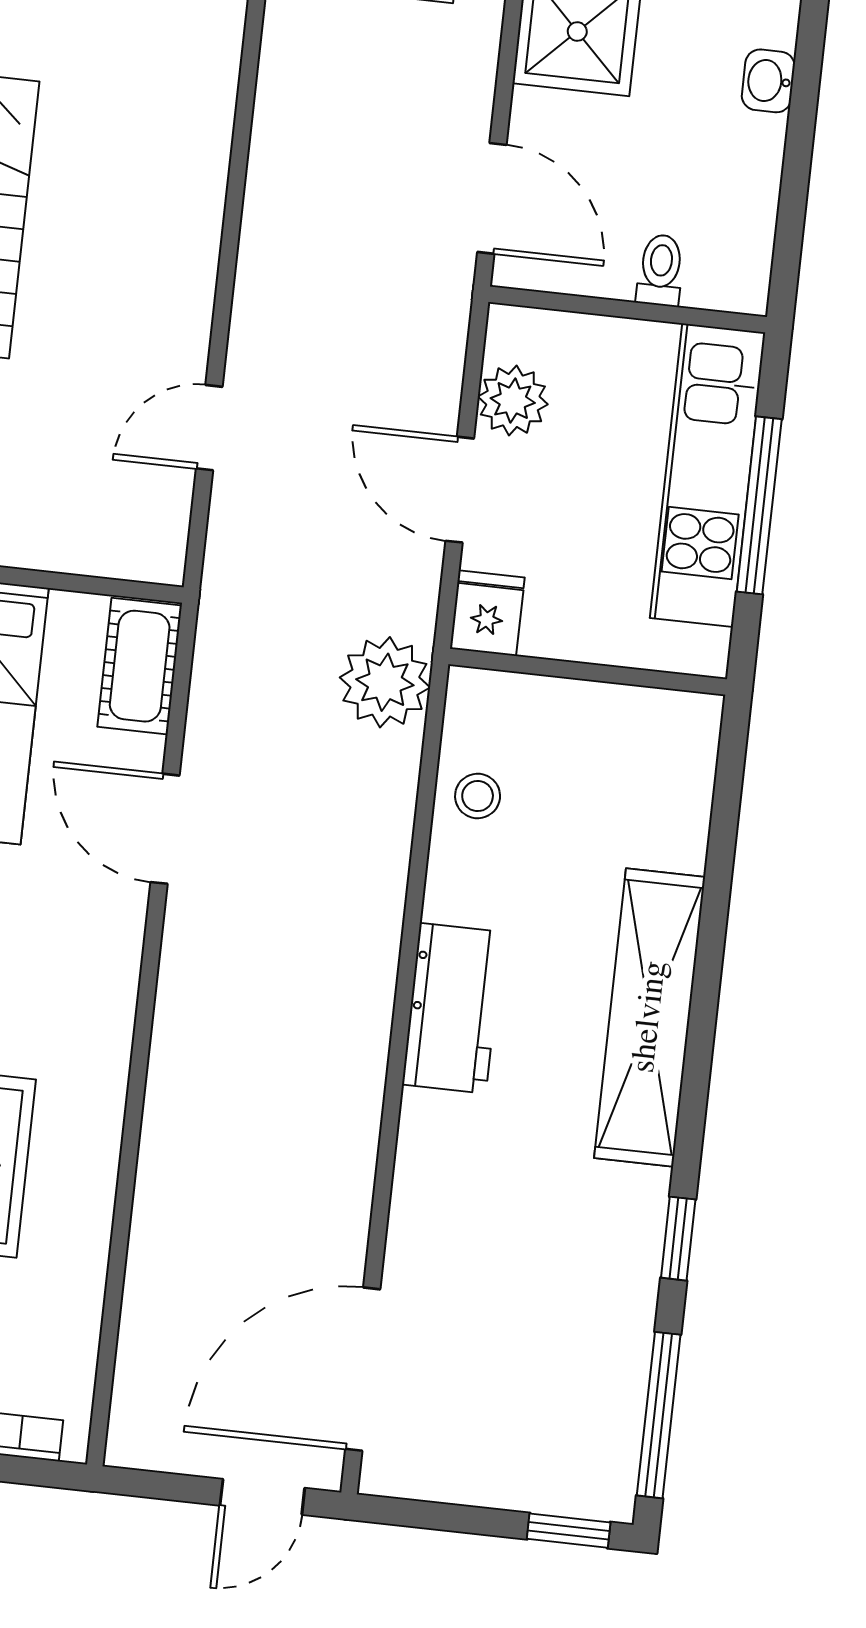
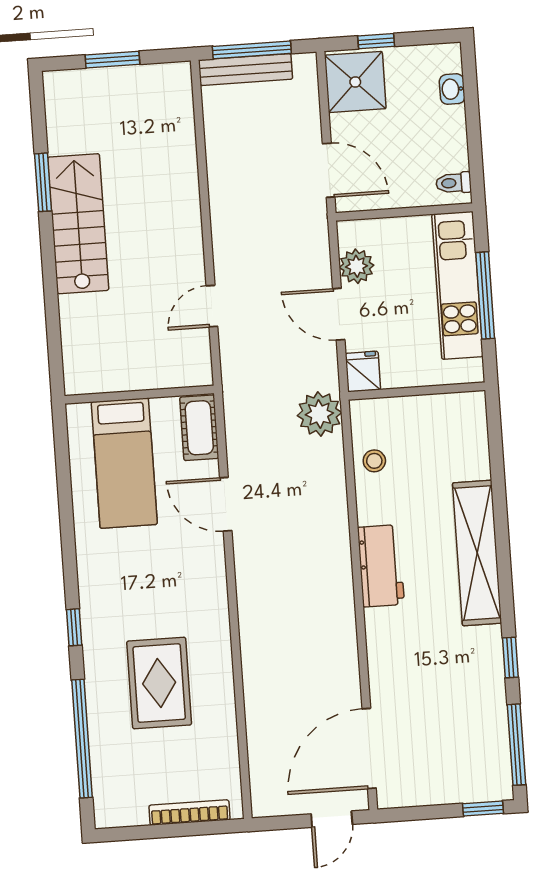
toilet: (660, 270) -> (454, 183), moved, turned -90

